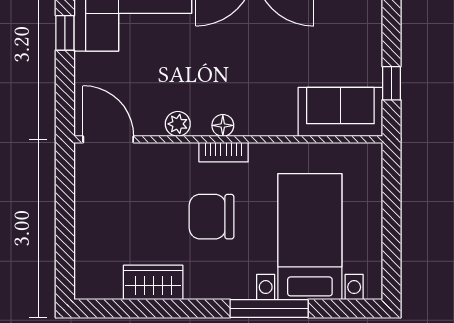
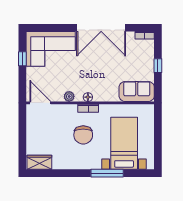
window: (392, 83) -> (158, 66), moved
chair: (212, 217) -> (83, 135), turned -90
wardrobe: (153, 282) -> (39, 162), moved

